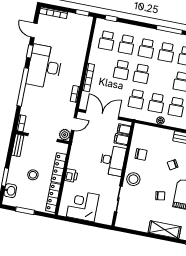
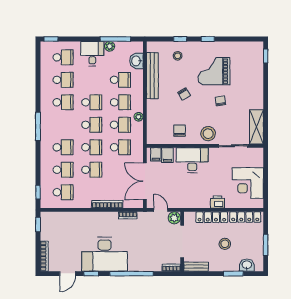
school desk: (166, 52) -> (92, 125), moved
shelving: (165, 230) -> (256, 127), moved

